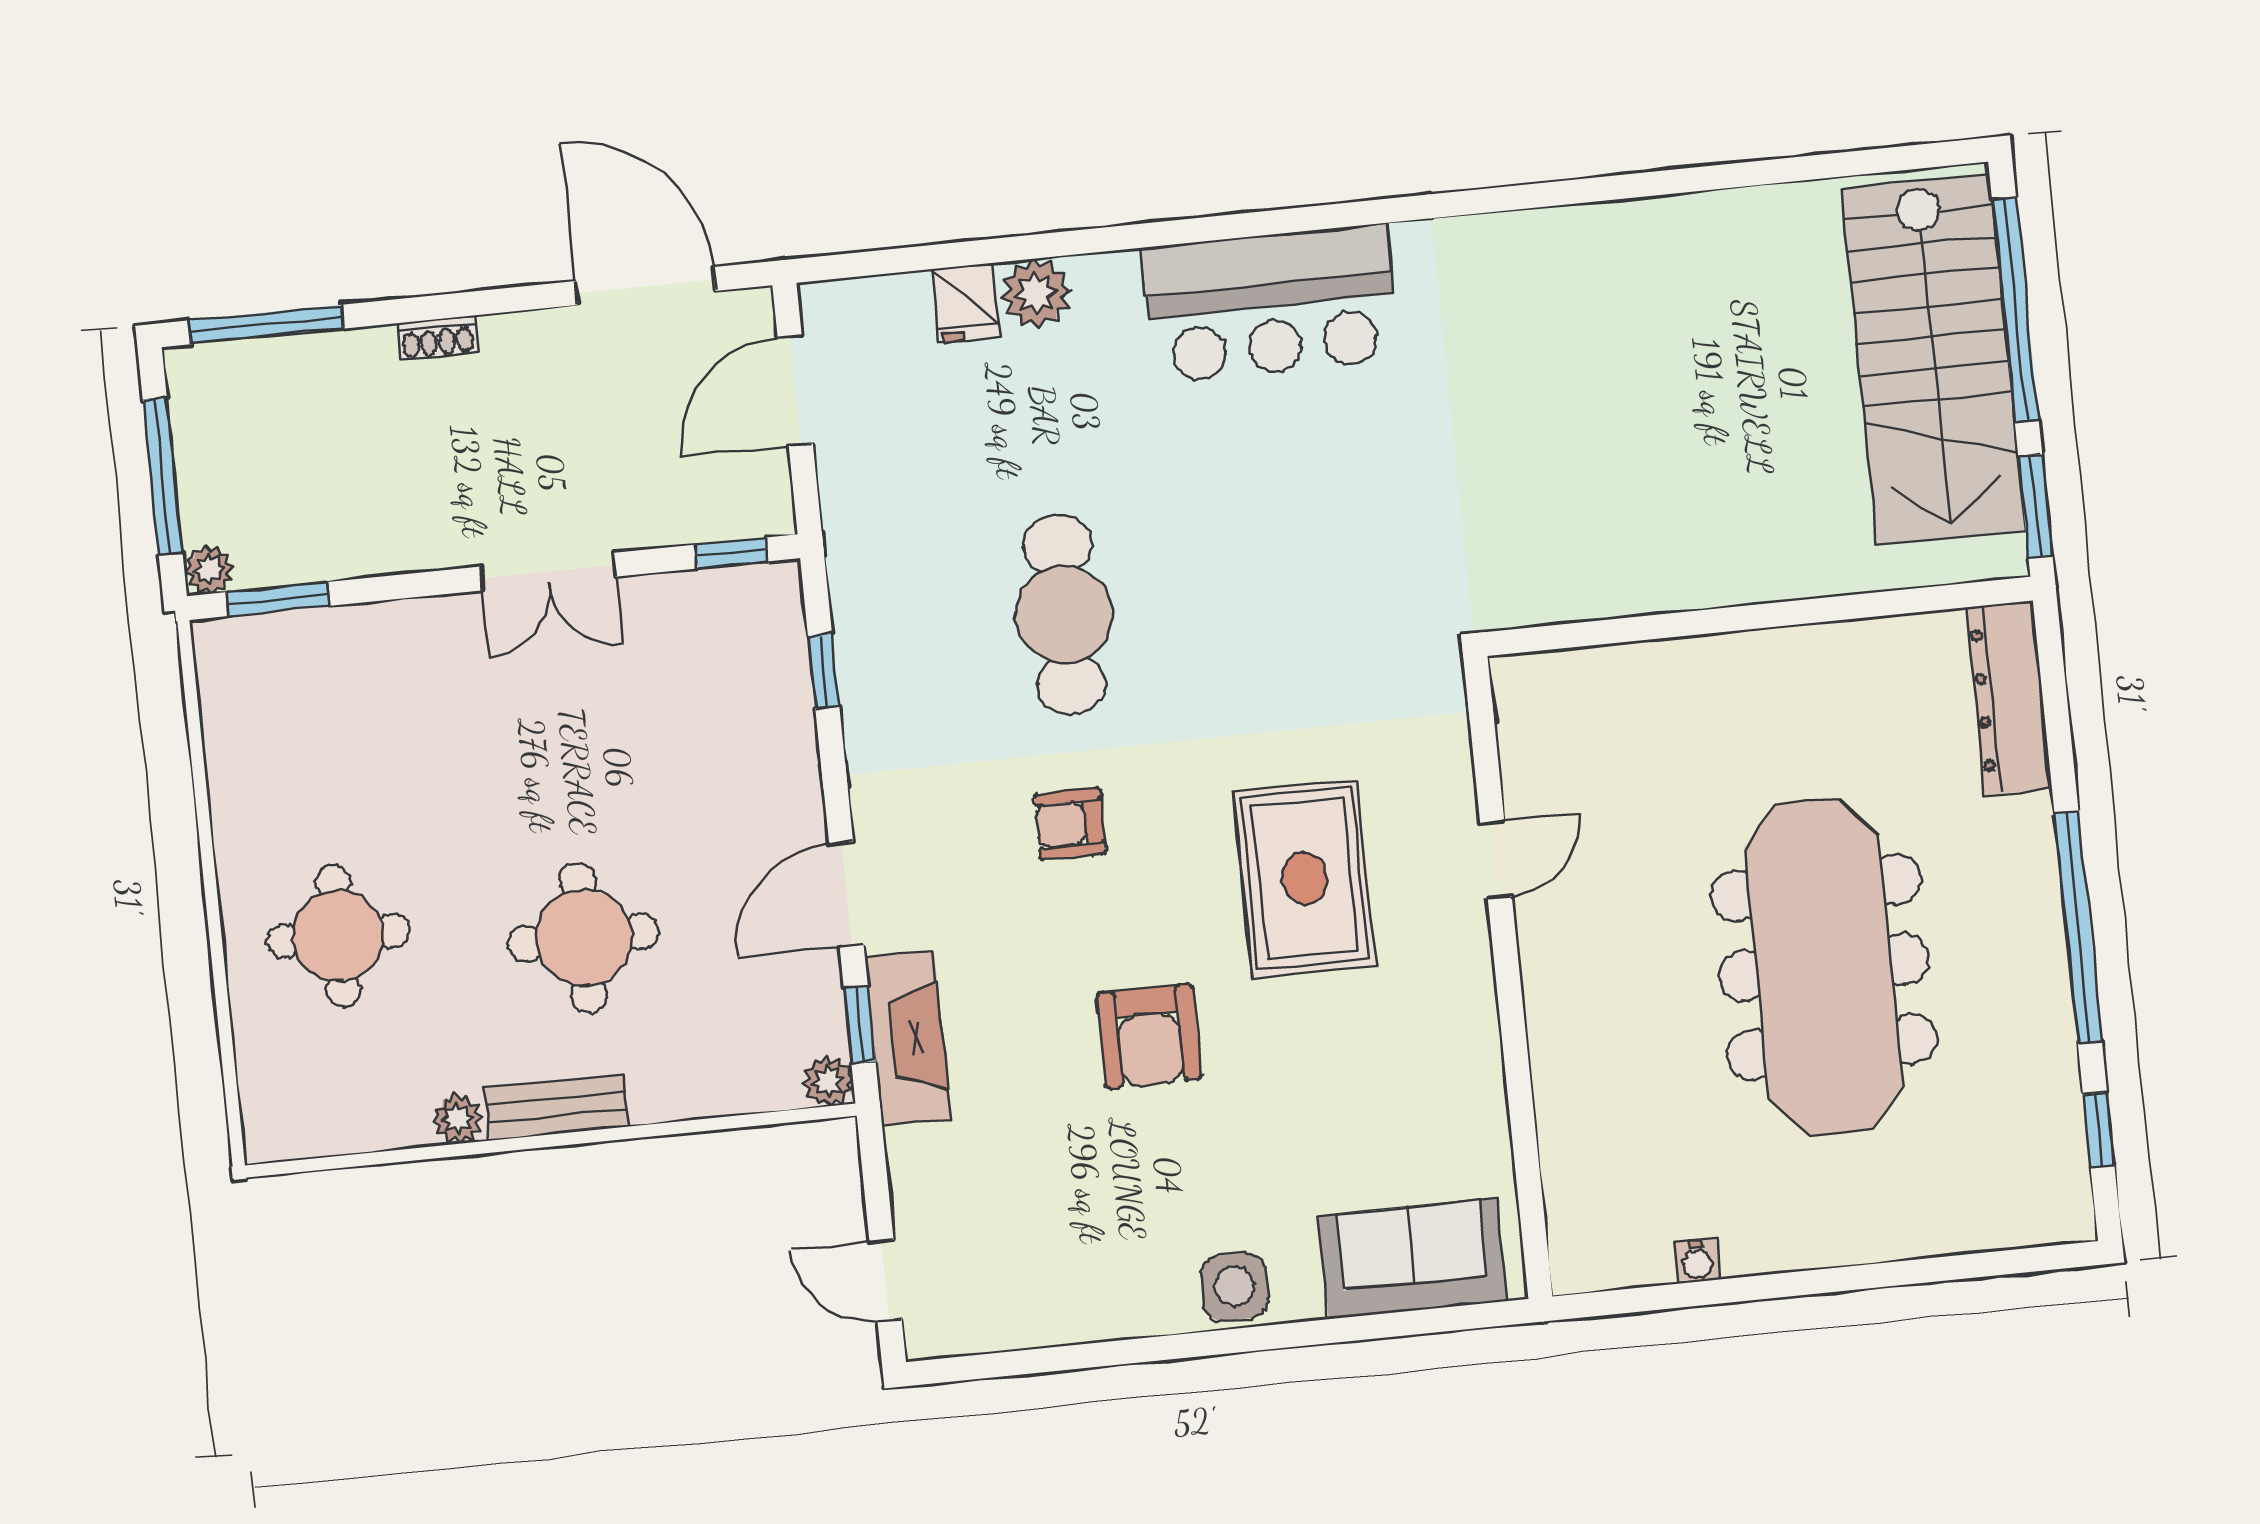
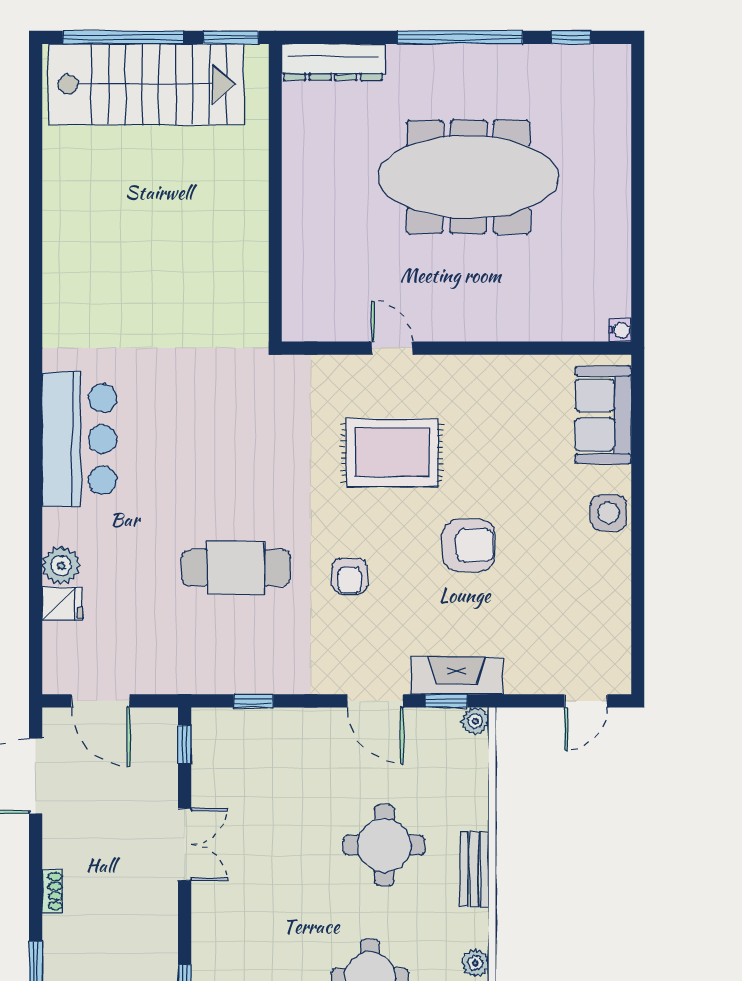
plant: (458, 1119) -> (475, 963), moved
water cooler: (1697, 1261) -> (620, 330), moved

